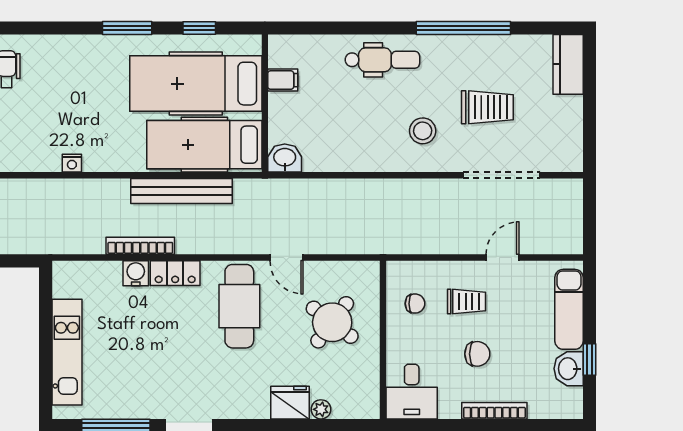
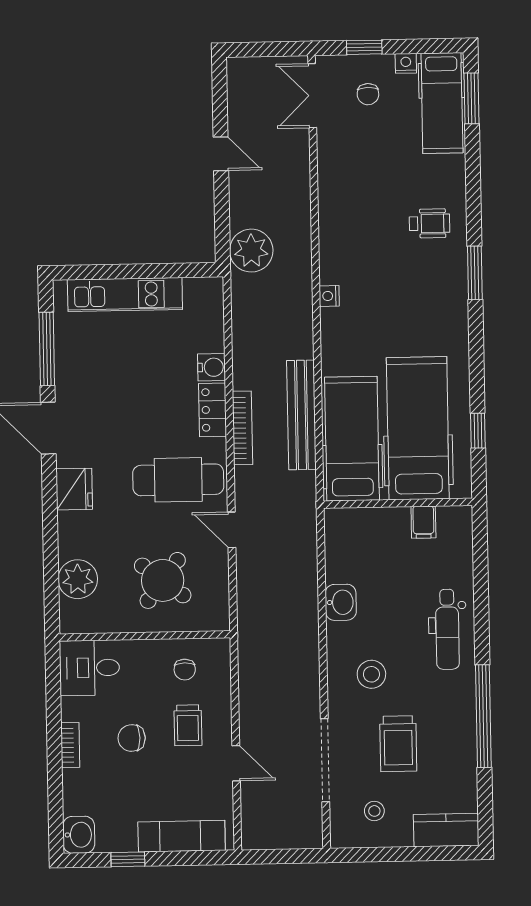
window: (127, 28) -> (475, 273), moved
stool: (549, 131) -> (374, 811), added
washbasin: (285, 158) -> (341, 602), moved
plant: (29, 235) -> (251, 251), added
bookcase: (140, 246) -> (242, 428), moved
door: (286, 258) -> (232, 530), hinge flipped
chair: (477, 354) -> (132, 738), turned 90
washbasin: (569, 369) -> (79, 835), moved, turned 90
fridge: (290, 403) -> (74, 489), moved
plant: (321, 409) -> (78, 579), width x1.88, depth x1.88
bookcase: (494, 411) -> (70, 745), width x0.64

